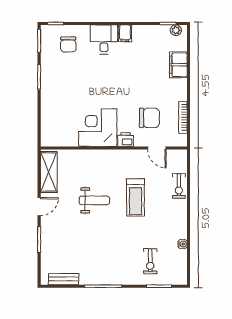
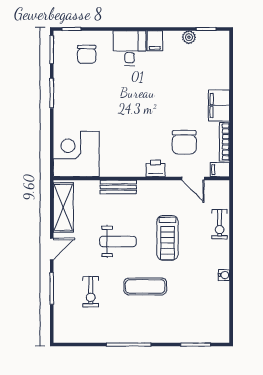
plant: (176, 30) -> (189, 37), moved
filing cabinet: (178, 65) -> (219, 105), moved
chair: (149, 118) -> (184, 142), turned 90
corner desk: (98, 128) -> (76, 154), moved
filing cabinet: (179, 141) -> (220, 170), added
exercise mat: (117, 238) -> (145, 286), added
water cooler: (183, 244) -> (224, 275), moved
exercise bike: (150, 261) -> (91, 292), moved
bench: (64, 279) -> (118, 187), moved

